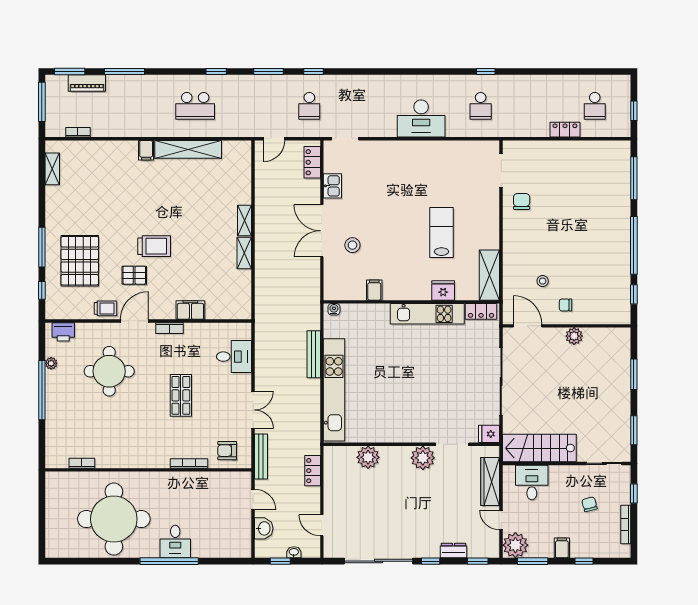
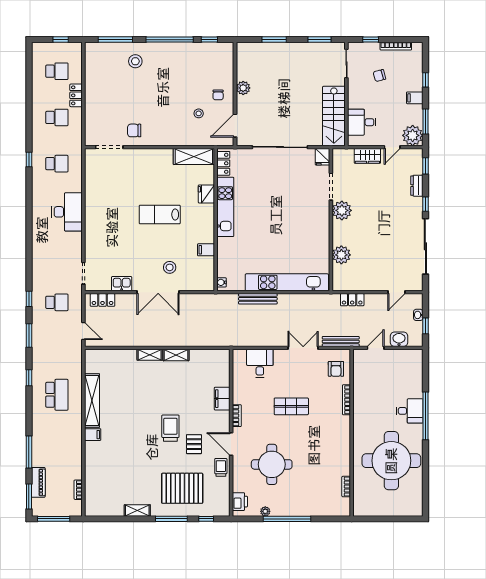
school desk: (538, 106) -> (57, 117), added
shelving: (52, 169) -> (137, 510), moved
stool: (607, 203) -> (135, 61), added
lab bench: (442, 233) -> (160, 214), moved
wardrobe: (490, 481) -> (367, 156), width x0.67

